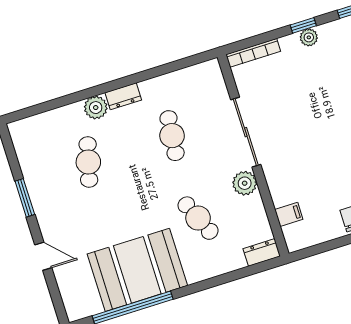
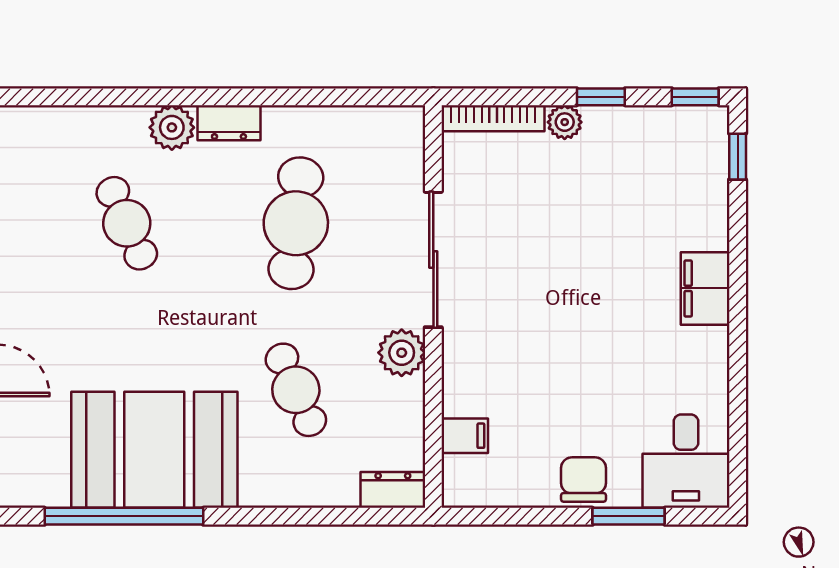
plant: (309, 37) -> (565, 122), moved
cafe table: (172, 136) -> (296, 223), width x1.37, depth x1.35
cafe table: (88, 162) -> (127, 223), turned -39

